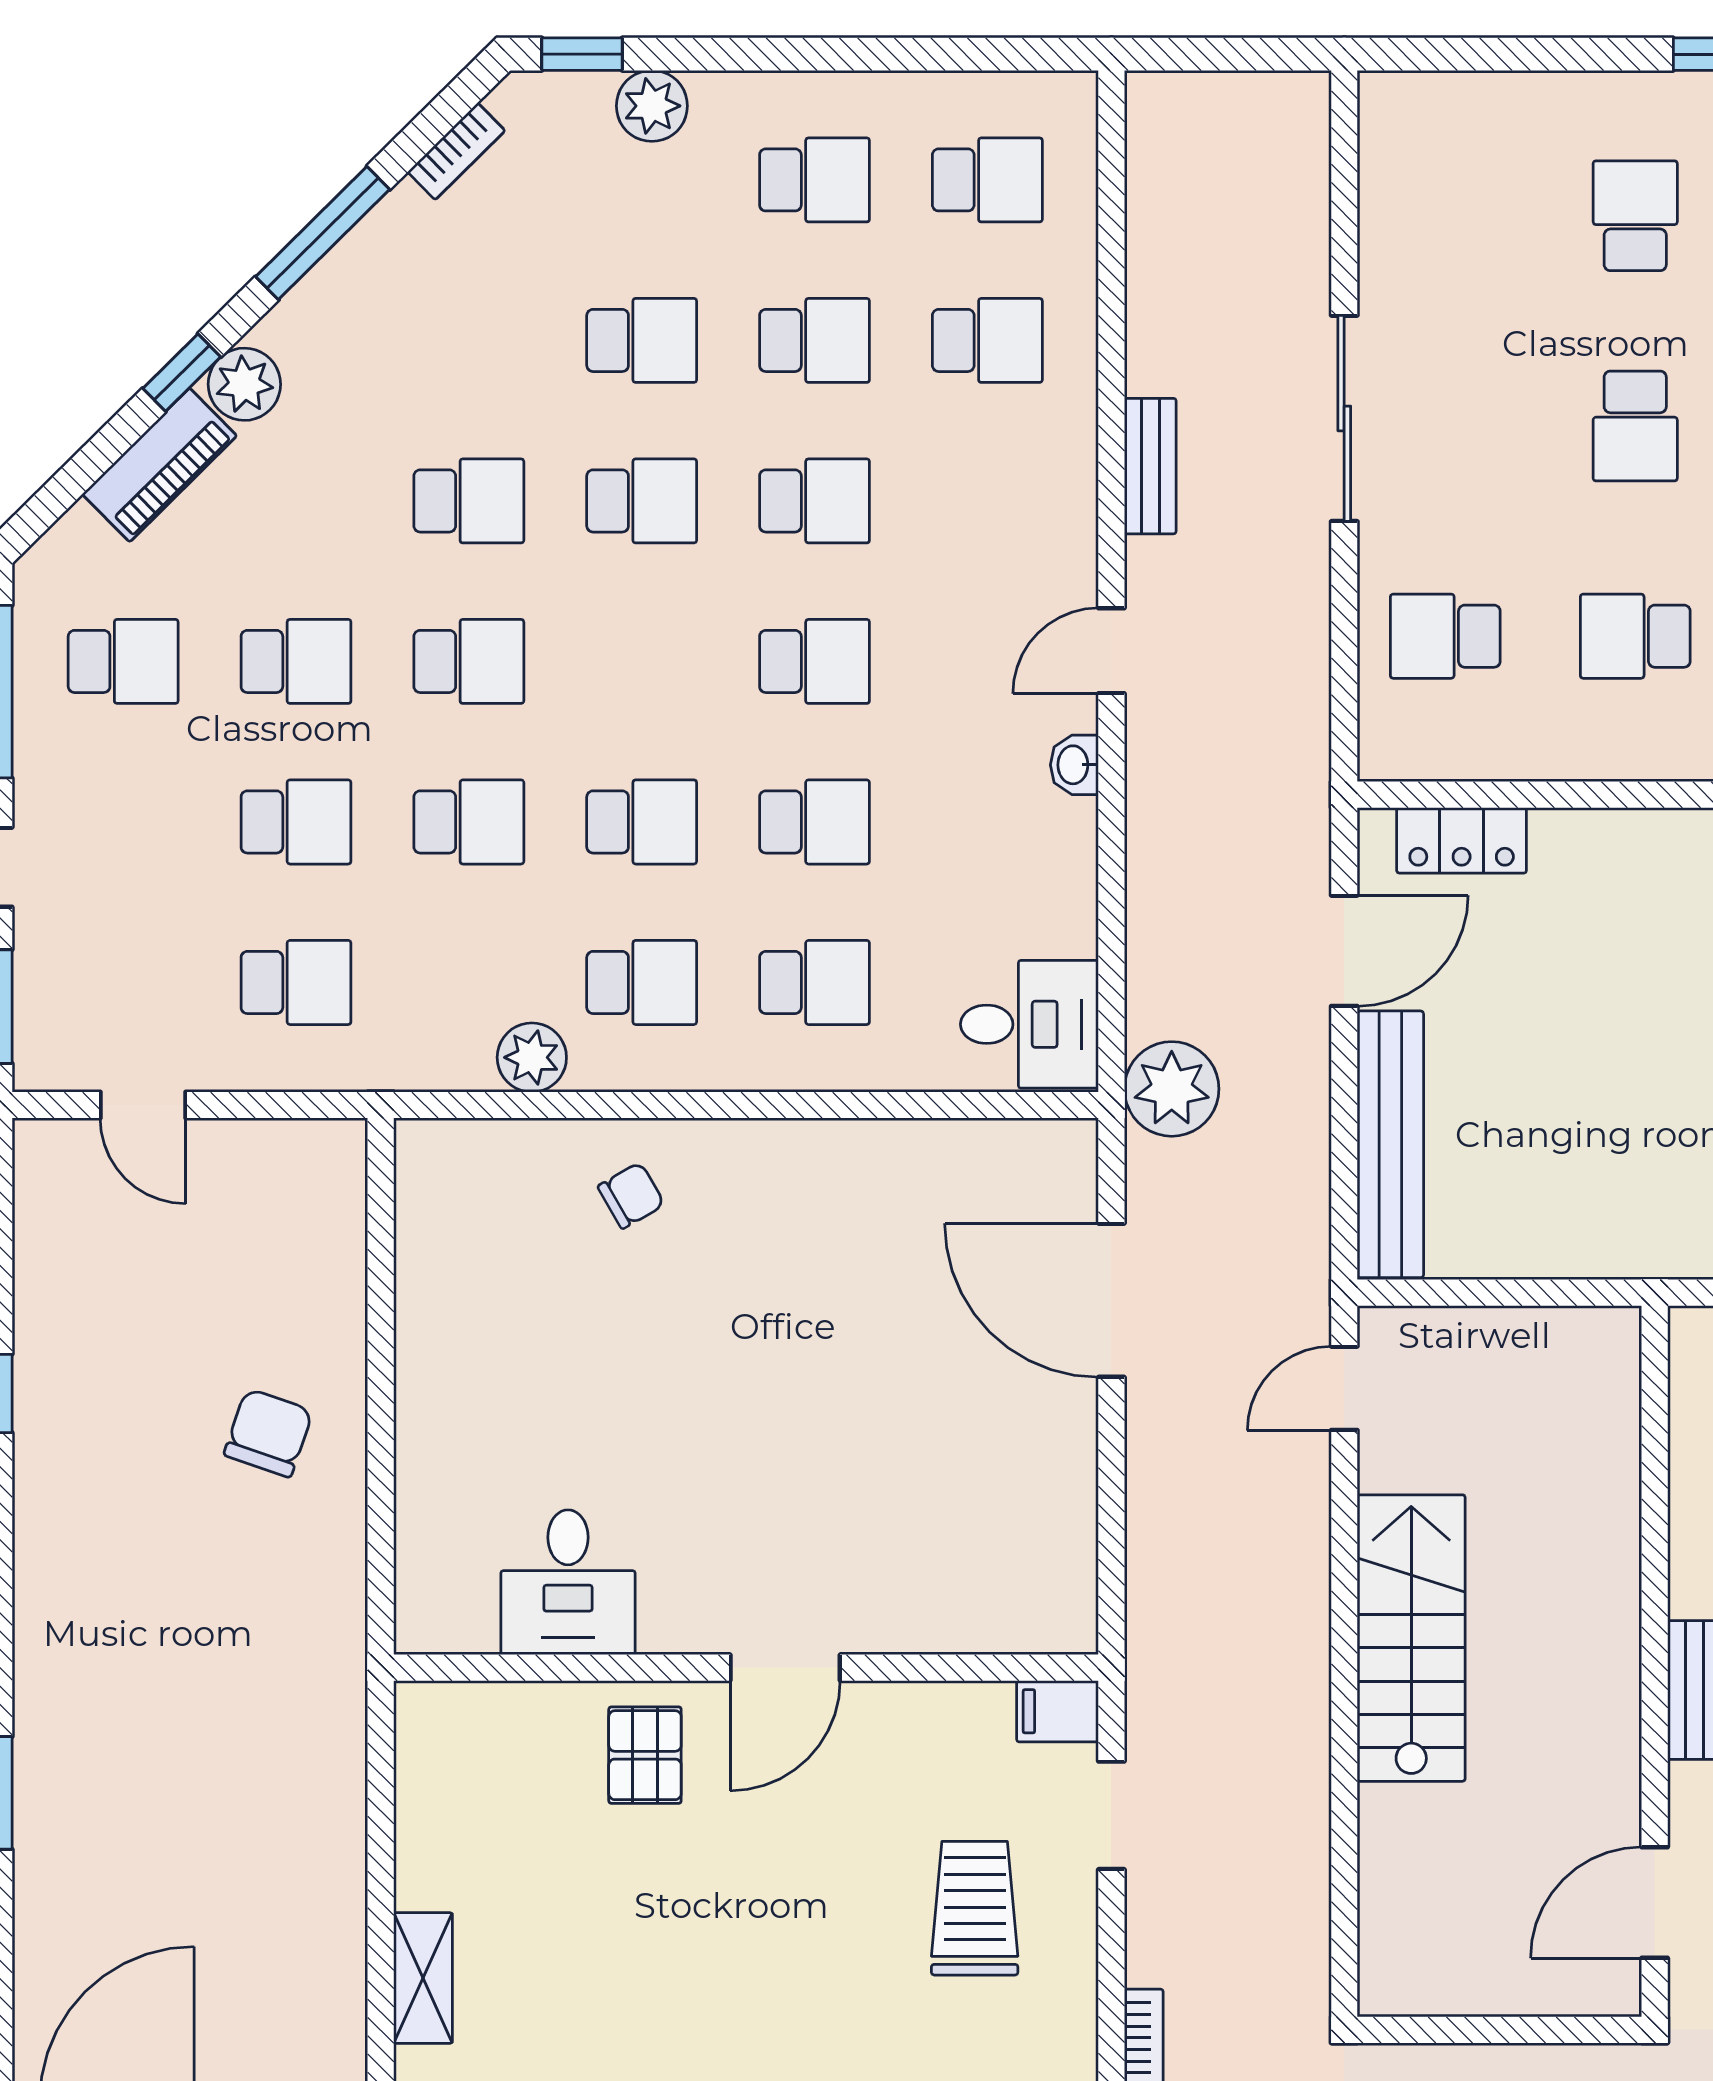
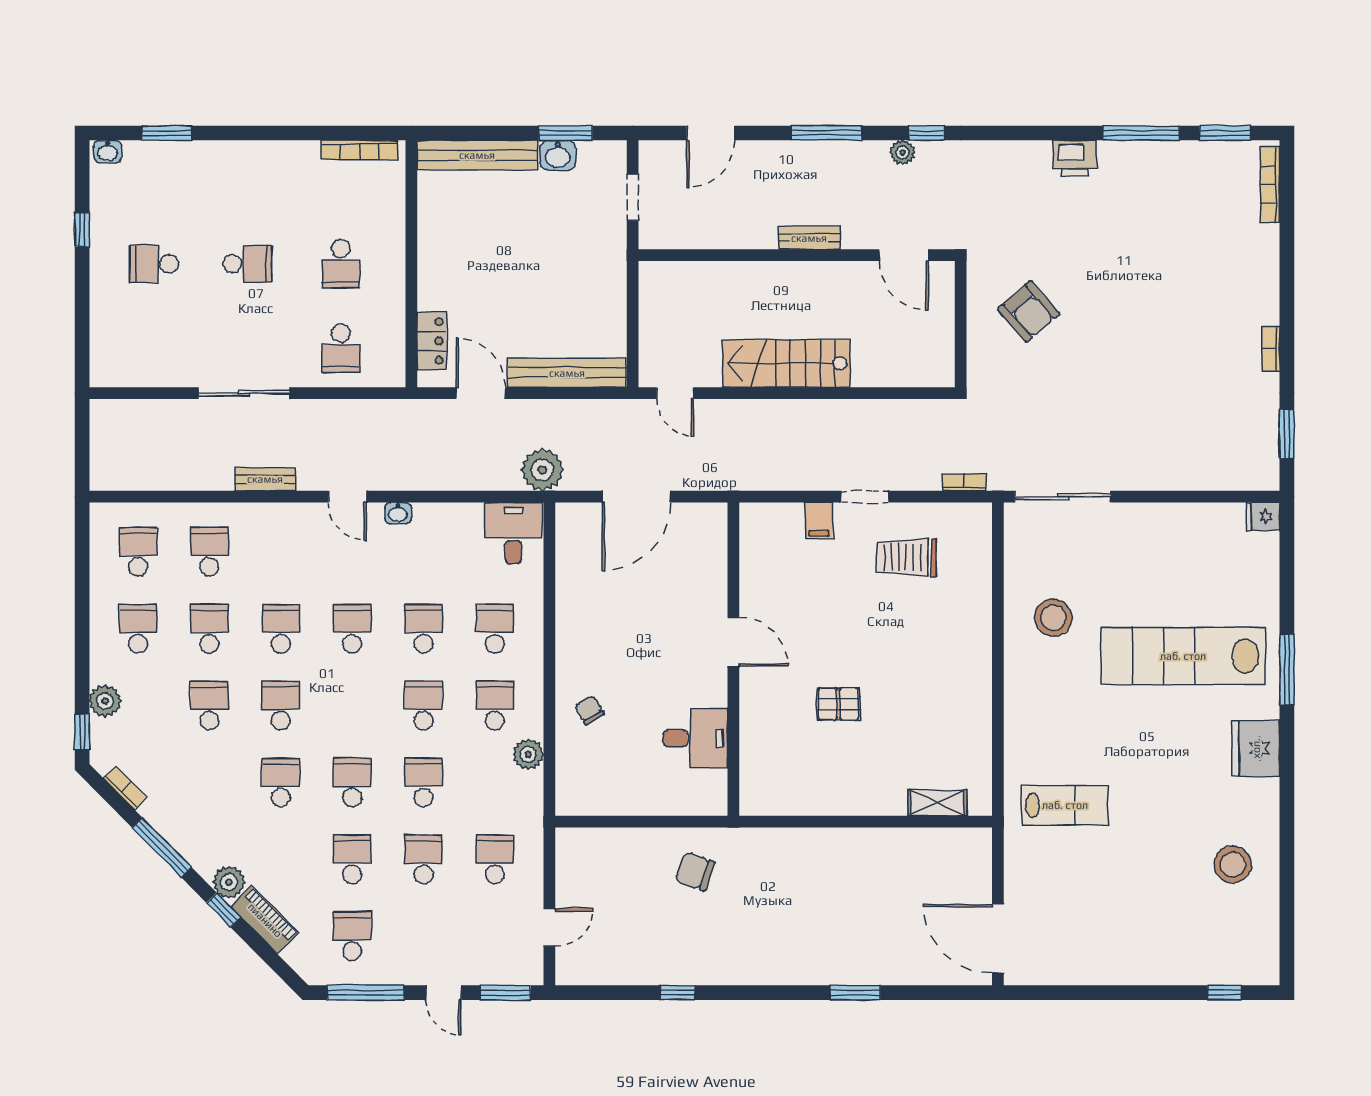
desk: (568, 1582) -> (695, 738), moved
wall: (746, 1668) -> (733, 659), moved
door: (785, 1668) -> (733, 642), moved

